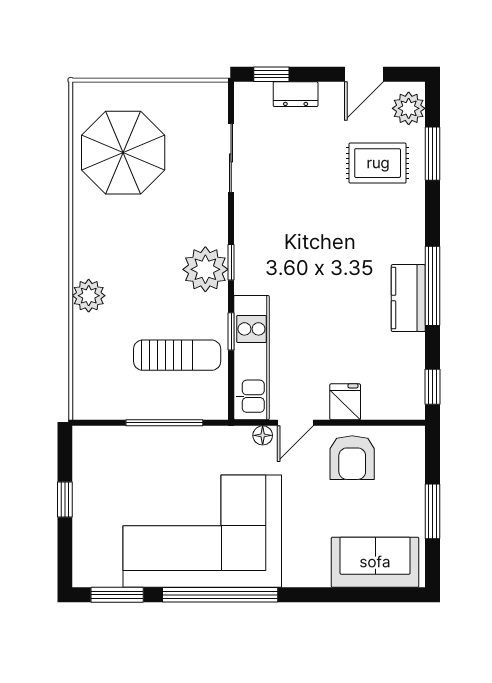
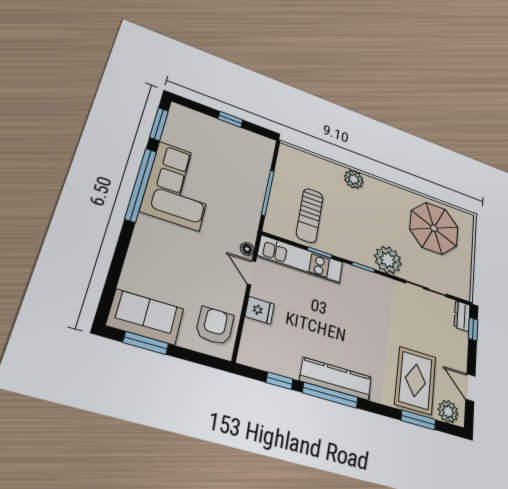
dresser: (296, 94) -> (462, 316), moved
rug: (378, 163) -> (415, 380), width x1.36, depth x1.43
plant: (205, 269) -> (388, 260), moved
kitchen counter: (408, 298) -> (336, 379), width x1.50
window: (432, 387) -> (280, 381), moved
armchair: (352, 458) -> (215, 326), moved, turned 90
window: (432, 511) -> (146, 343), moved
corner sofa: (202, 531) -> (179, 186), width x0.73, depth x0.74
sofa: (375, 562) -> (145, 317), moved, turned -90

